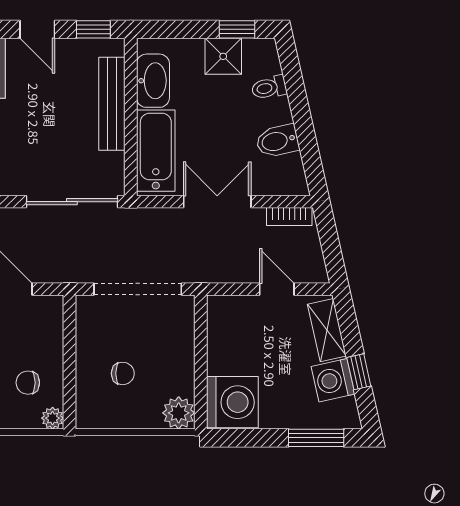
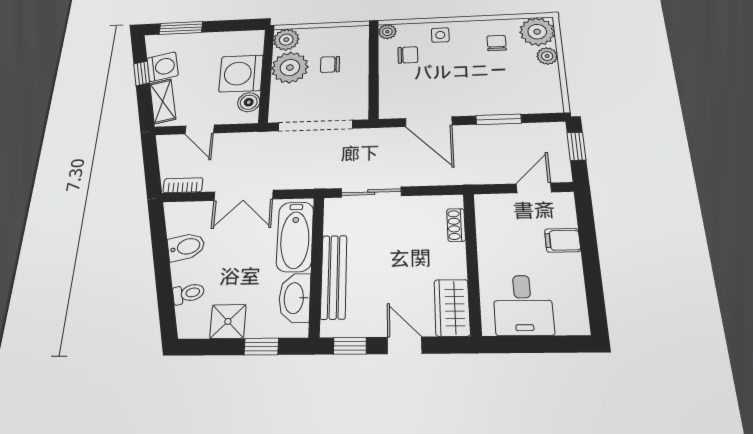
window: (237, 29) -> (261, 347), moved
sliding door: (72, 202) -> (371, 192), width x0.73
boiler: (220, 324) -> (249, 102), added
plant: (172, 371) -> (290, 68), added
washing machine: (232, 402) -> (241, 73), moved

